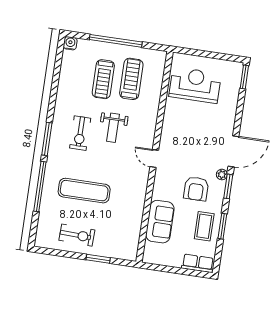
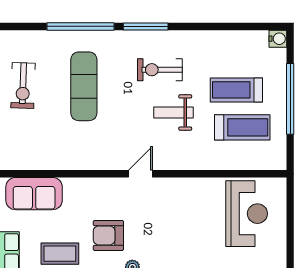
sofa: (160, 222) -> (34, 194), moved

